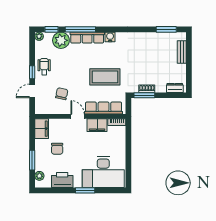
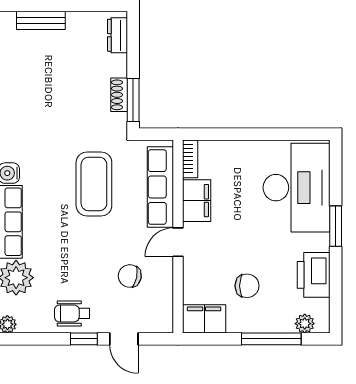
window: (32, 160) -> (271, 339), width x1.44

